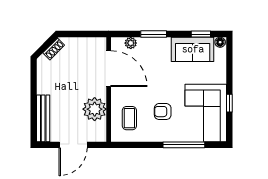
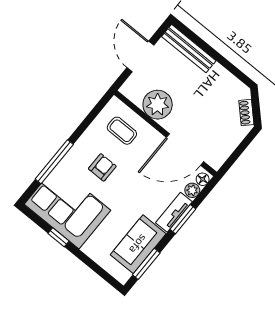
window: (201, 34) -> (146, 264), width x1.50
floor lamp: (220, 42) -> (203, 179), moved
tv unit: (154, 43) -> (174, 212), added

